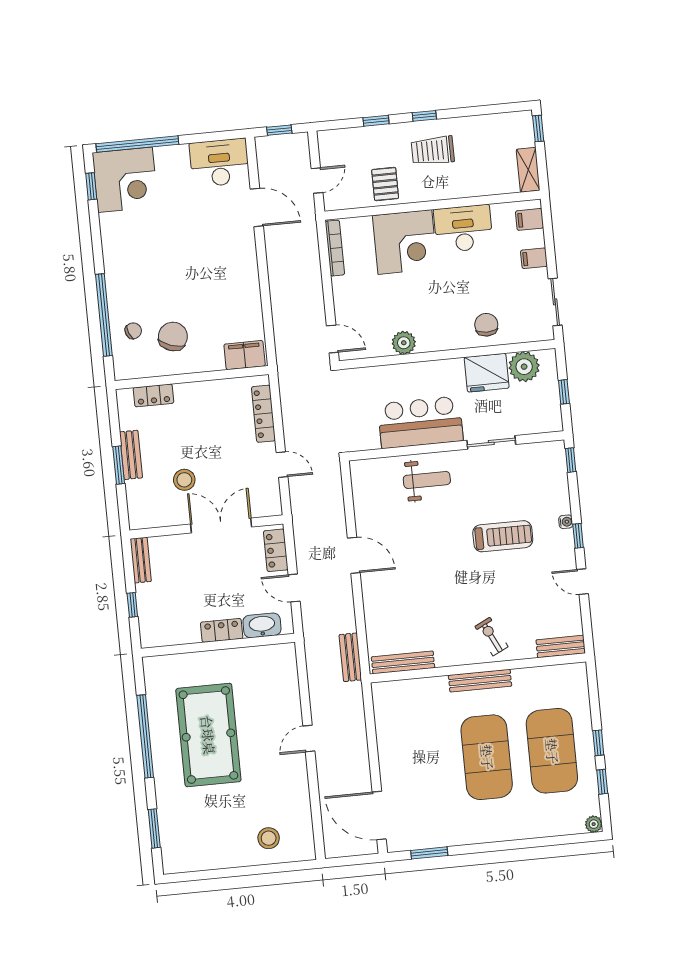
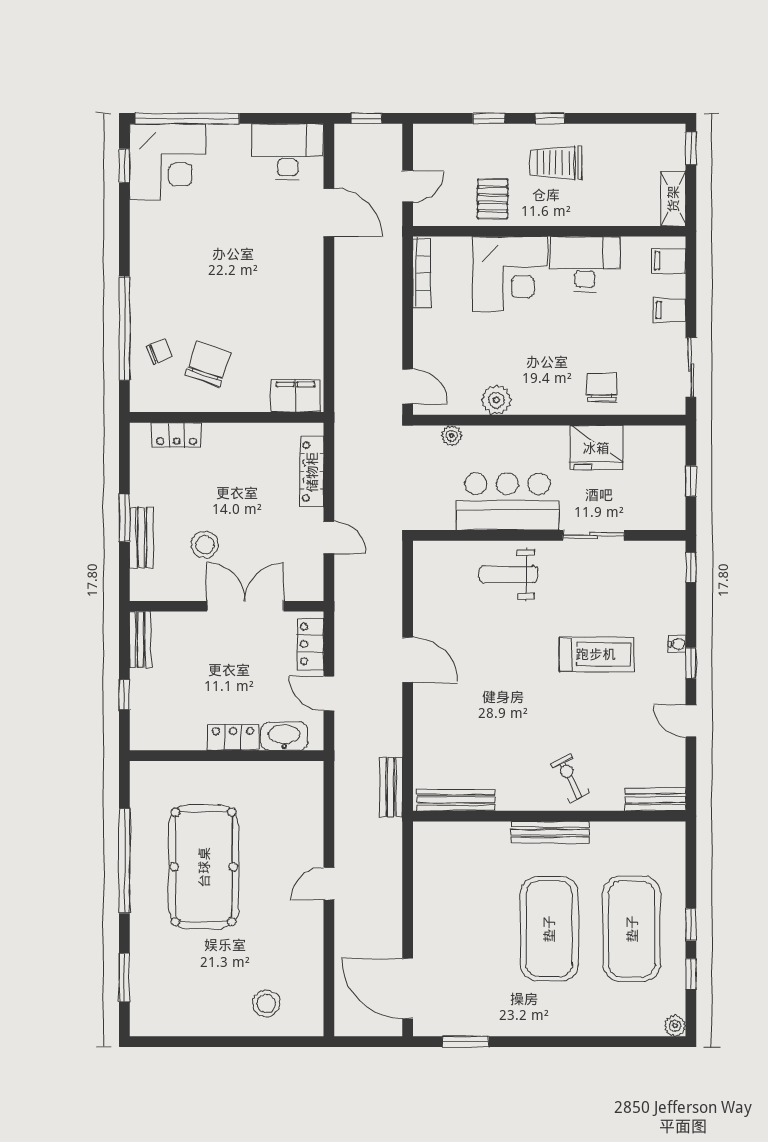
plant: (524, 367) -> (451, 436), moved, width x0.53, depth x0.53
bench: (131, 455) -> (141, 538), moved
weight bench: (427, 480) -> (508, 574), turned 180

